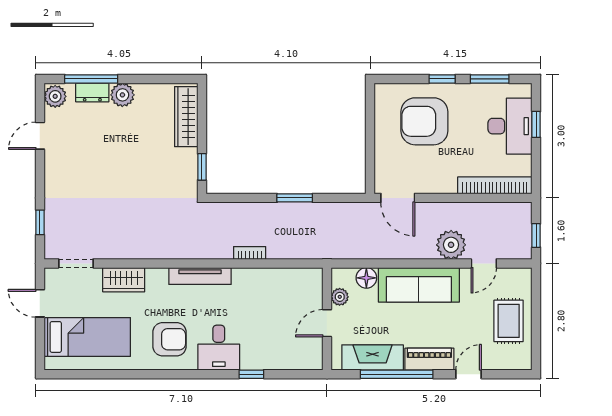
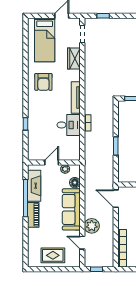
door: (398, 198) -> (116, 199), hinge flipped
door: (327, 323) -> (52, 162), hinge flipped
desk: (219, 348) -> (69, 125), moved, turned 180
door: (468, 374) -> (26, 235), removed

